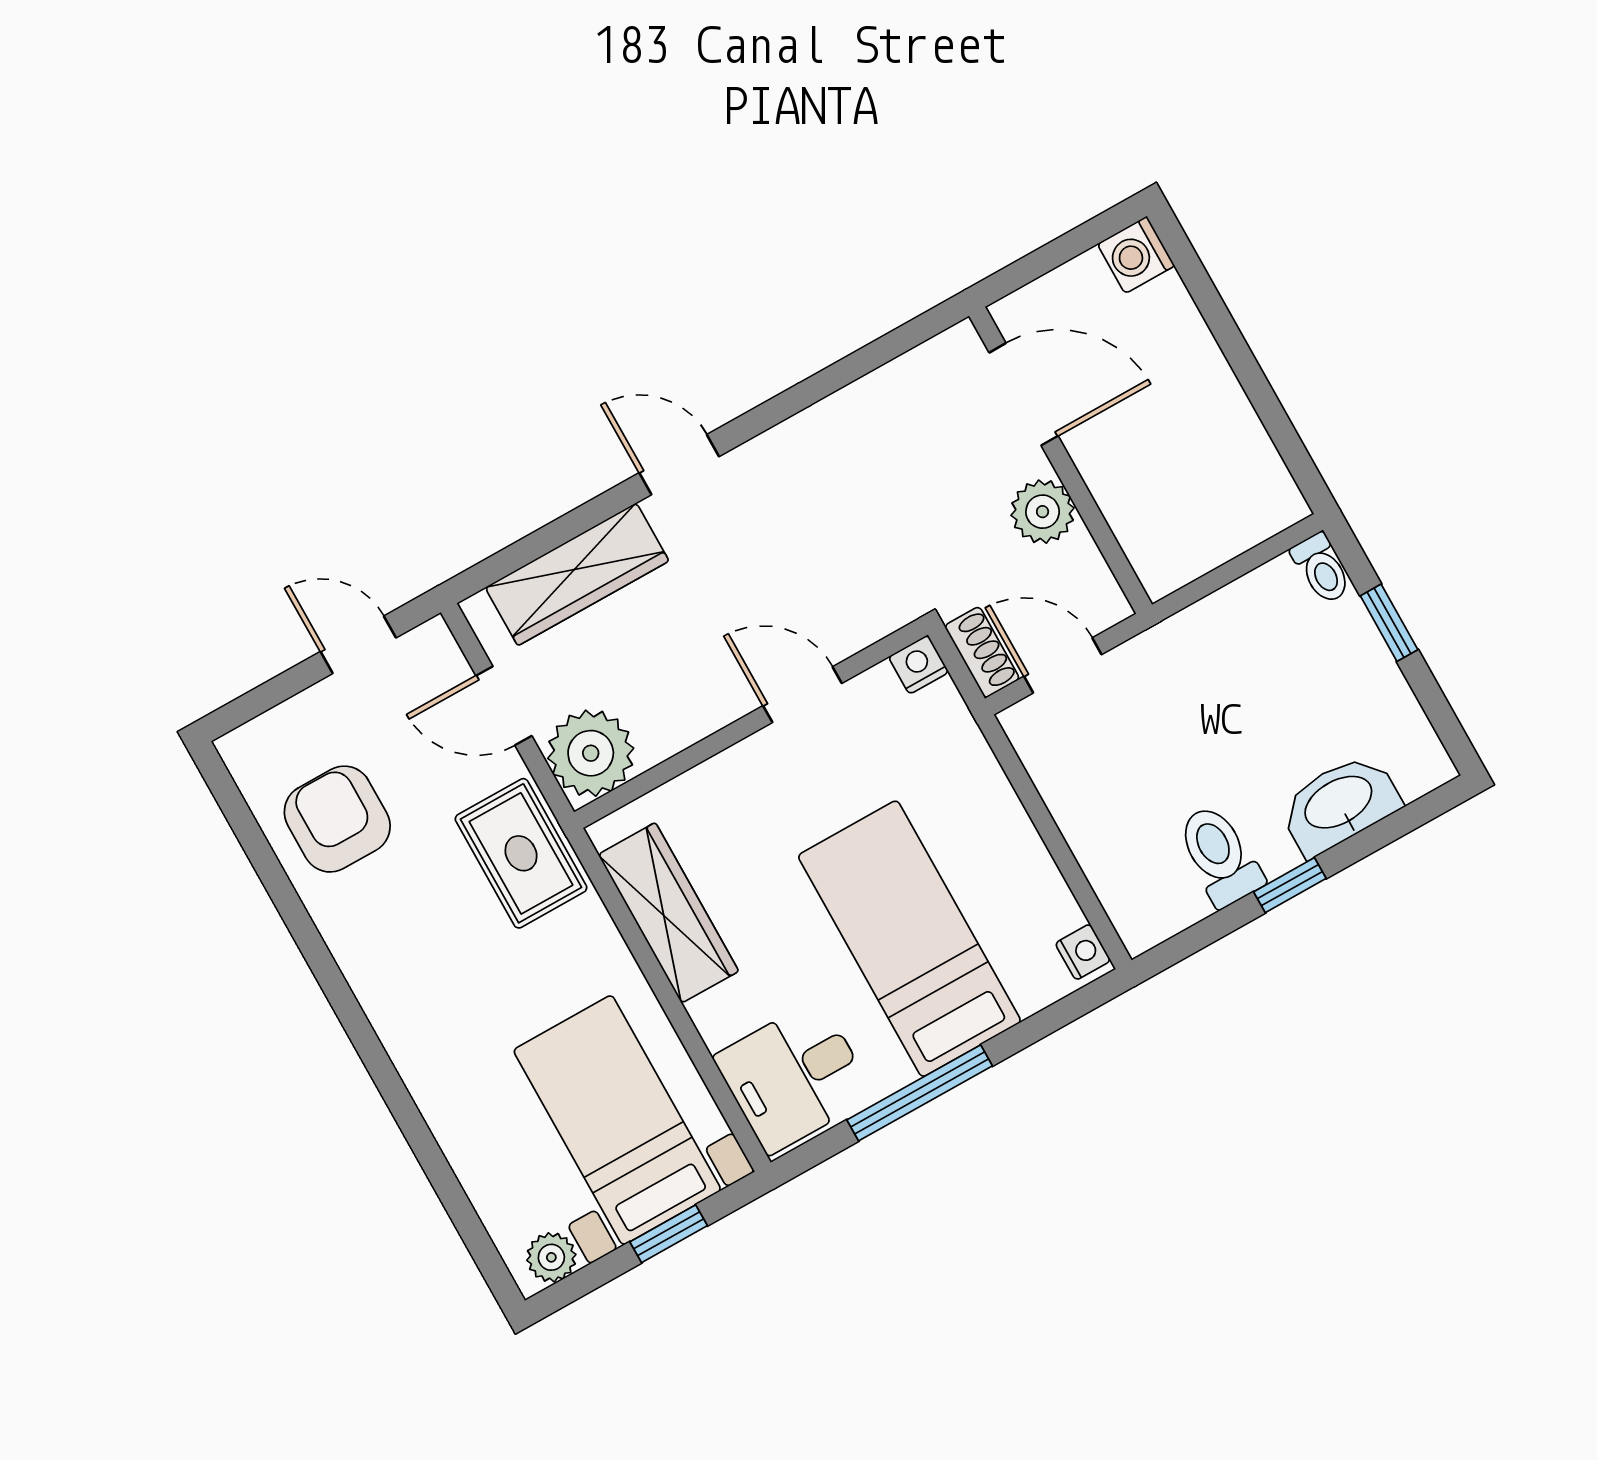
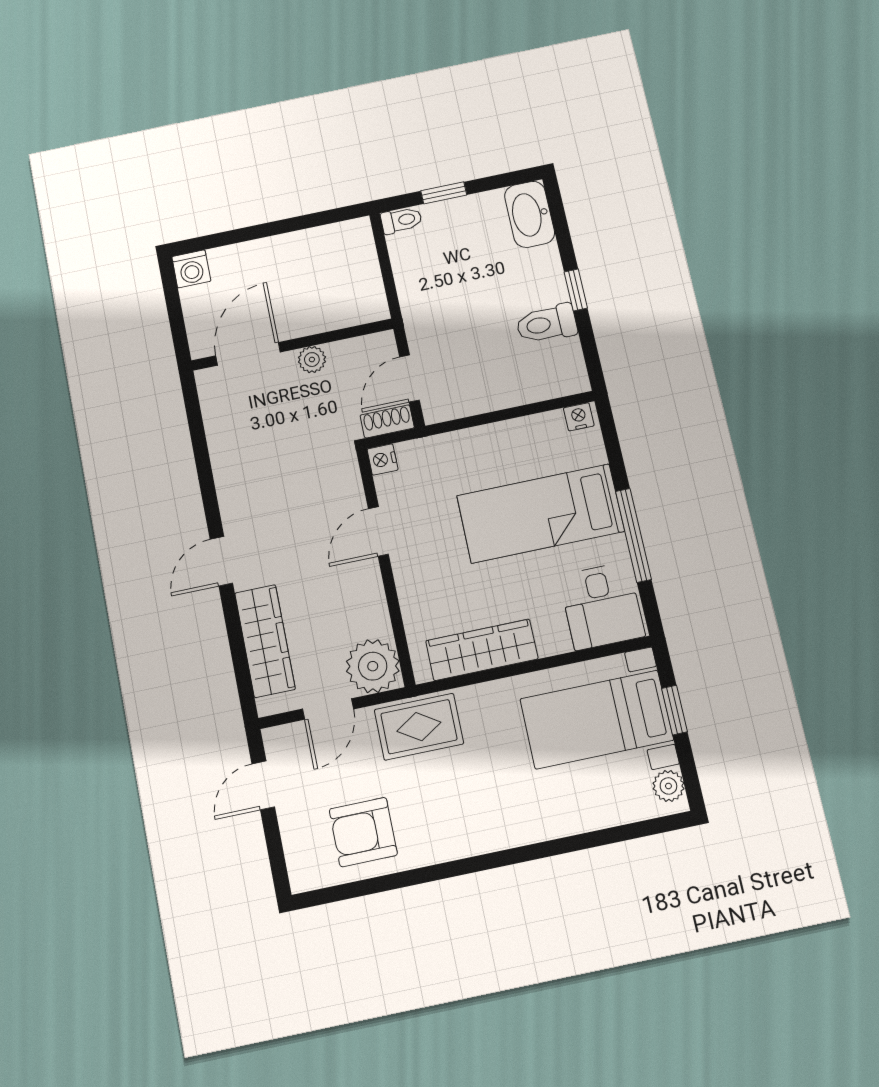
plant: (1043, 512) -> (312, 360), width x0.73, depth x0.73
washbasin: (1339, 804) -> (530, 214), moved

